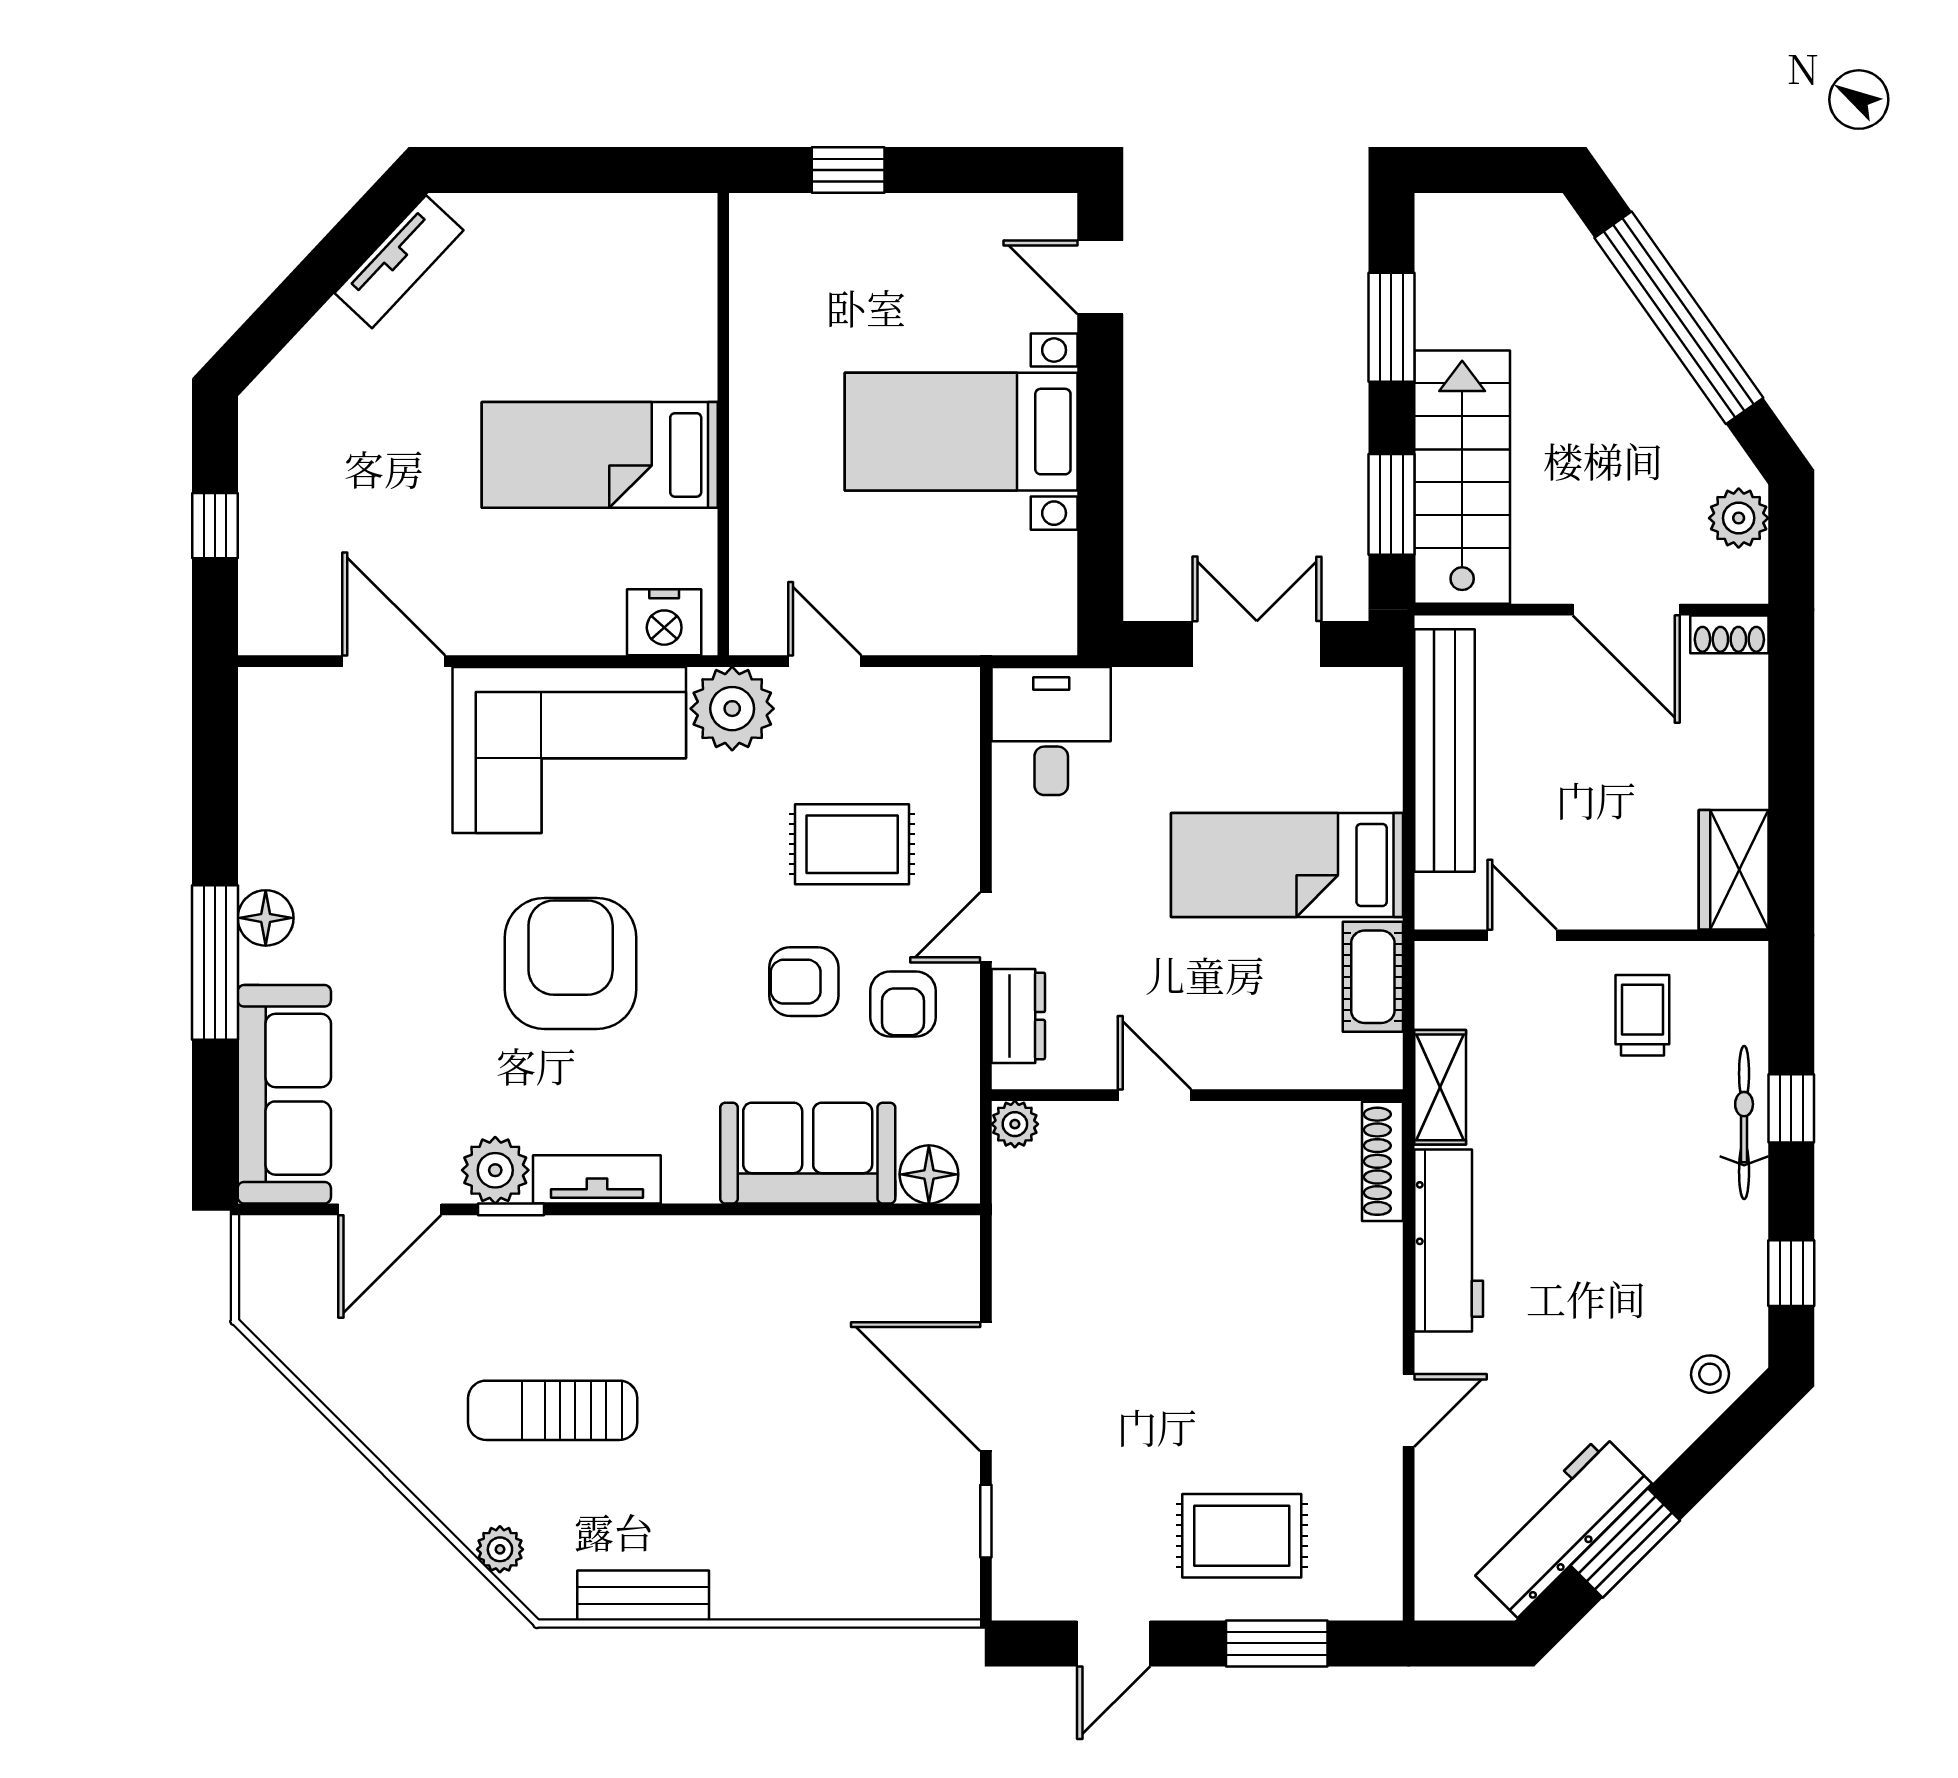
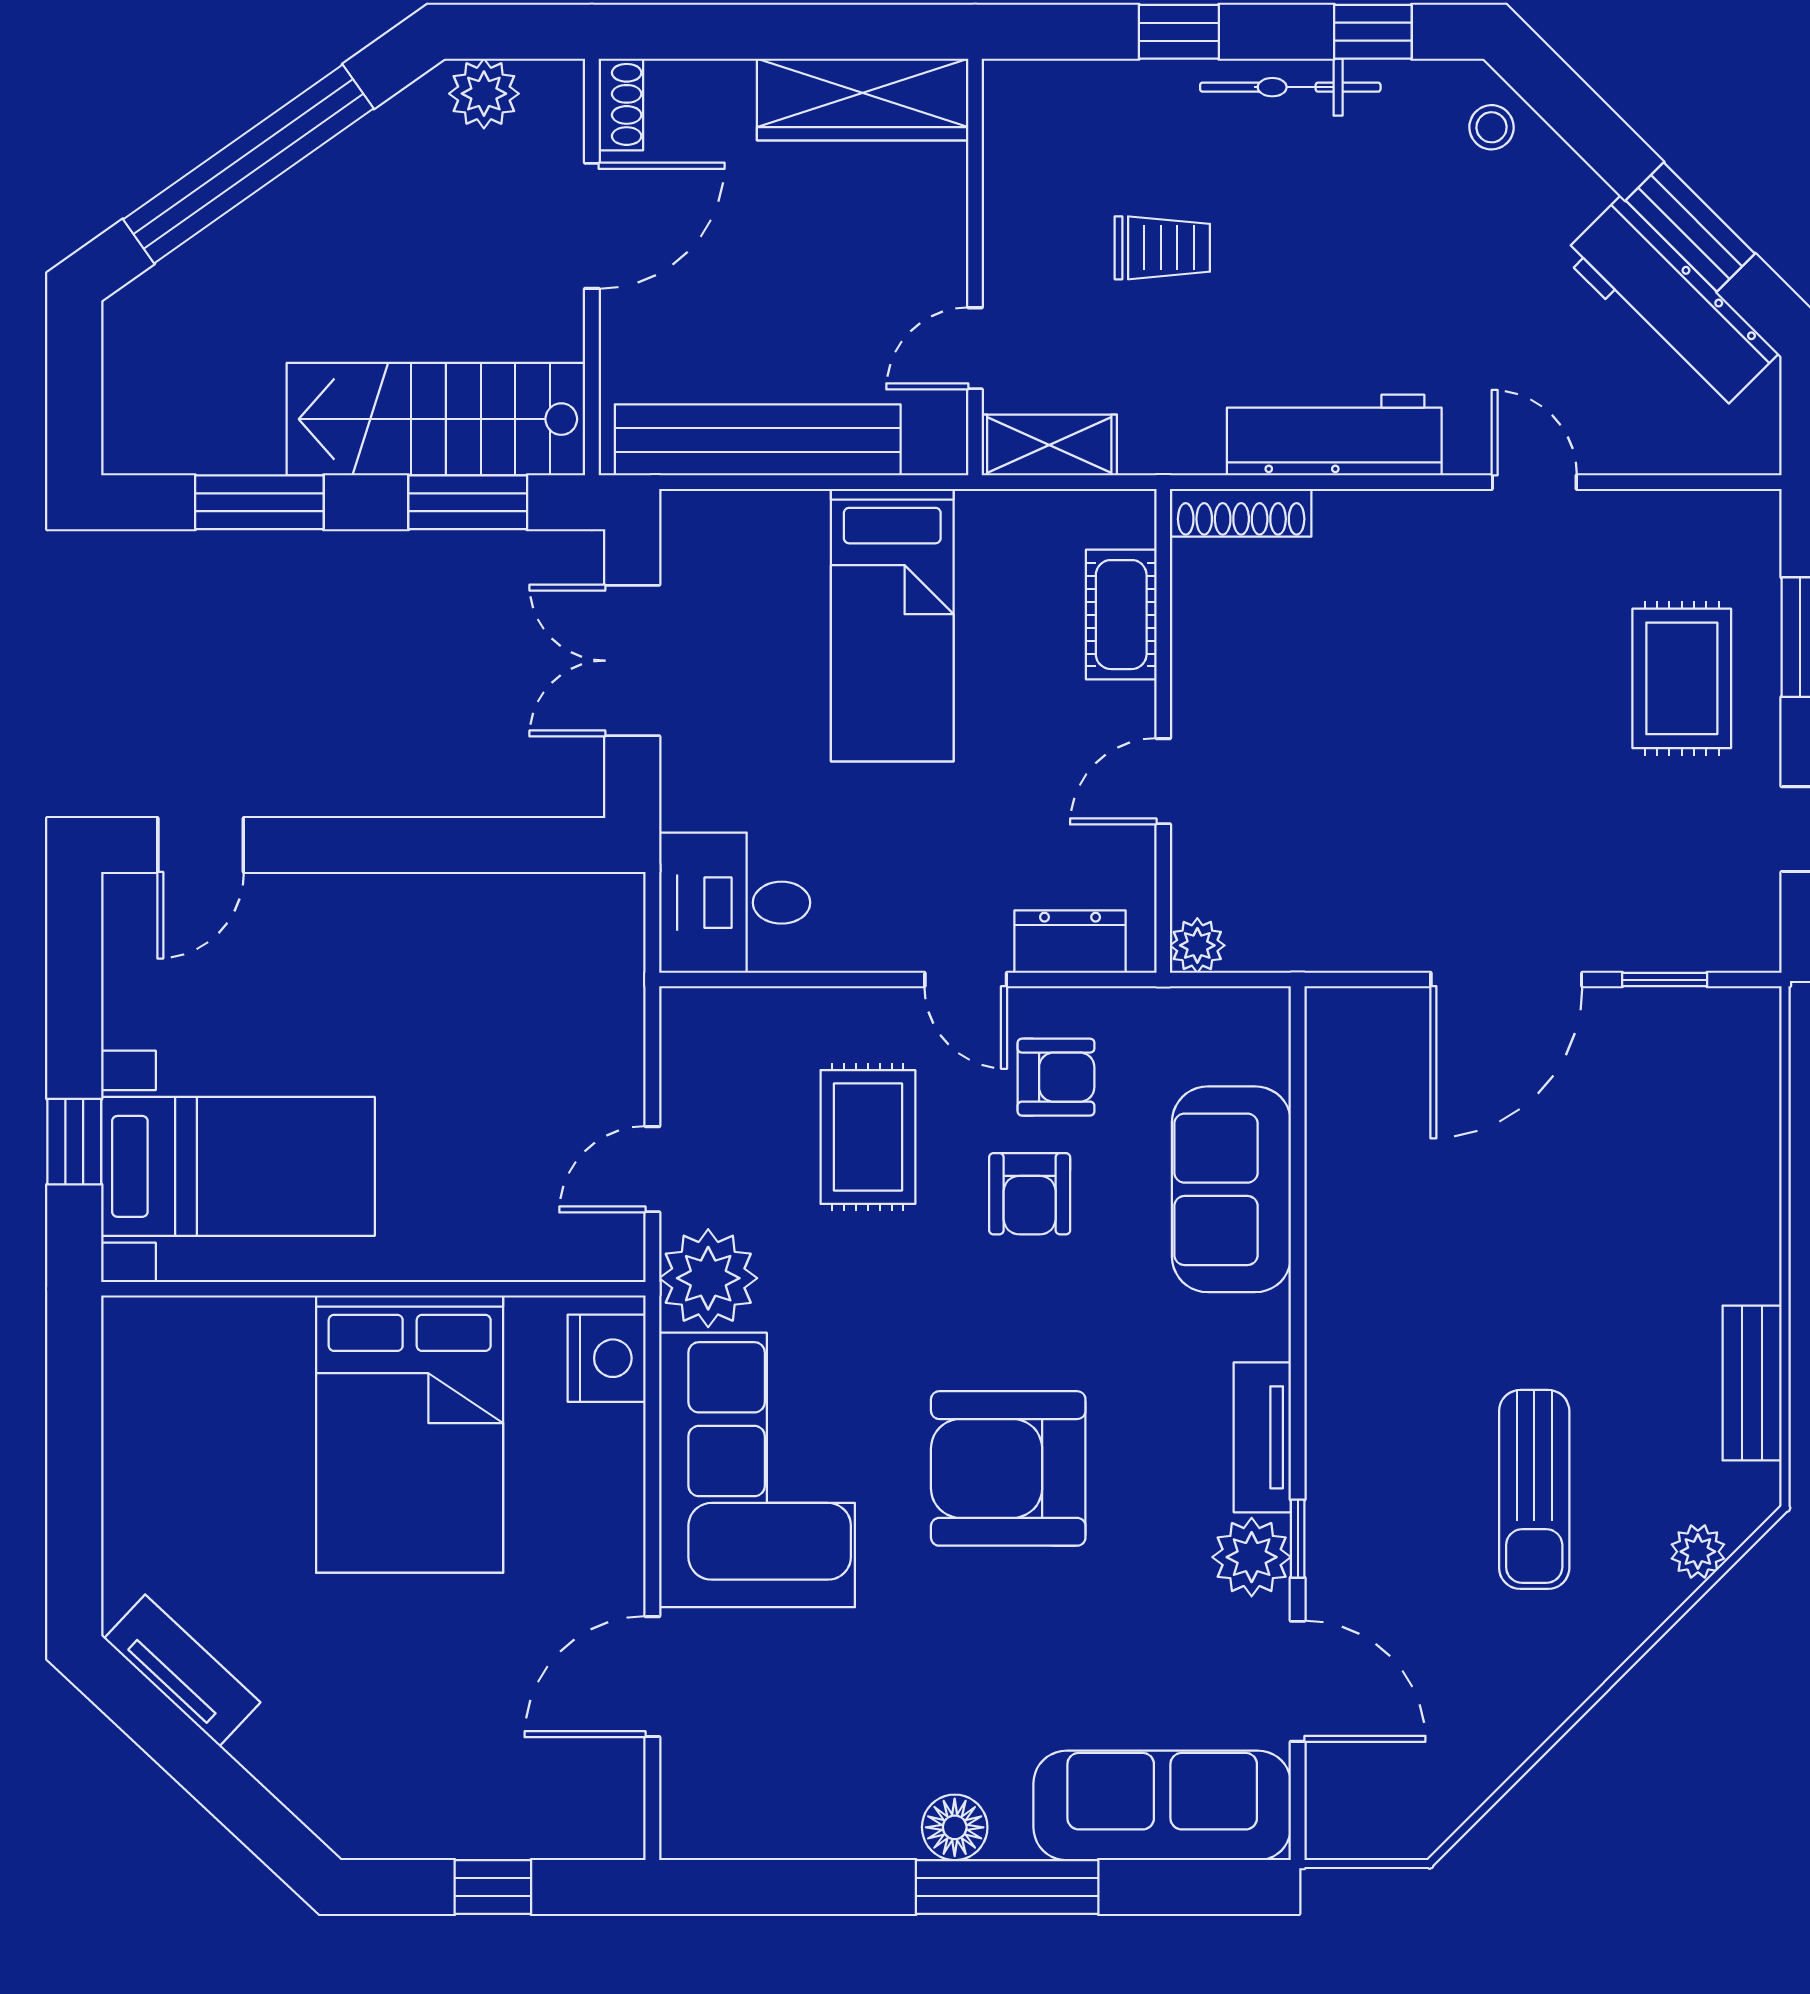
bed with nightstands: (961, 432) -> (238, 1166), moved, turned -90
bed: (600, 455) -> (410, 1434), width x1.50
wardrobe: (1734, 870) -> (863, 99), width x1.50
cot: (1373, 977) -> (1121, 615), moved, turned 90
trolley: (1642, 1015) -> (1162, 248), moved, turned 180
shelving: (1440, 1087) -> (1049, 445), moved
bicycle: (1744, 1123) -> (1290, 87), moved
floor lamp: (929, 1174) -> (1257, 1047), removed

